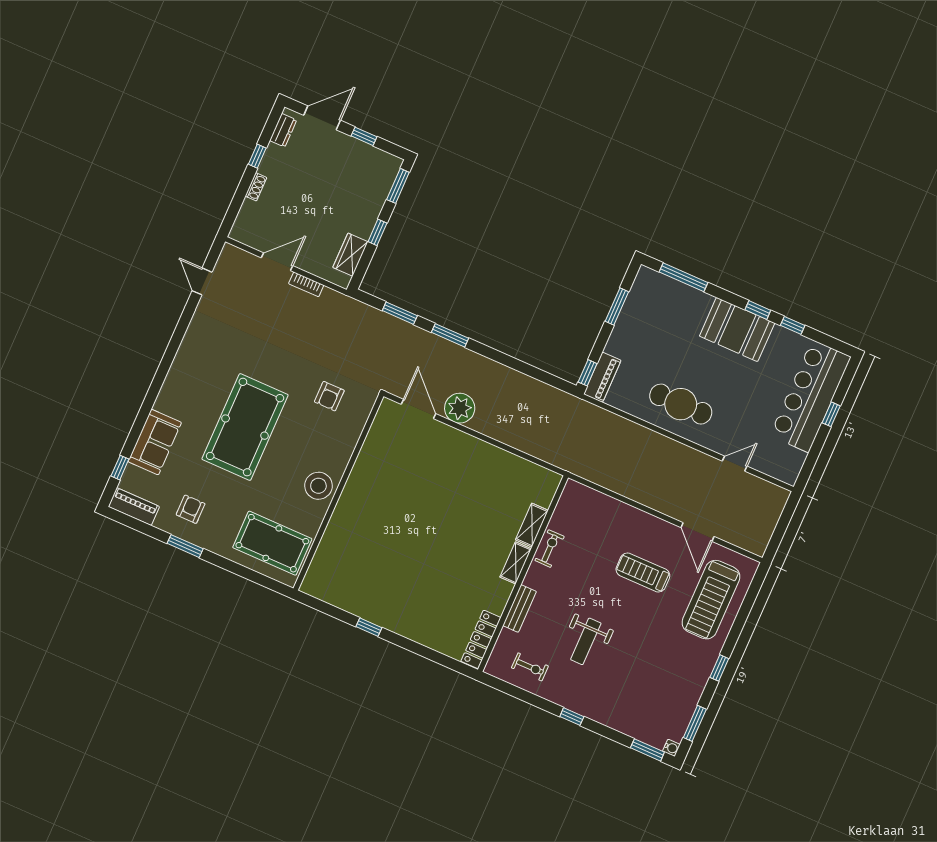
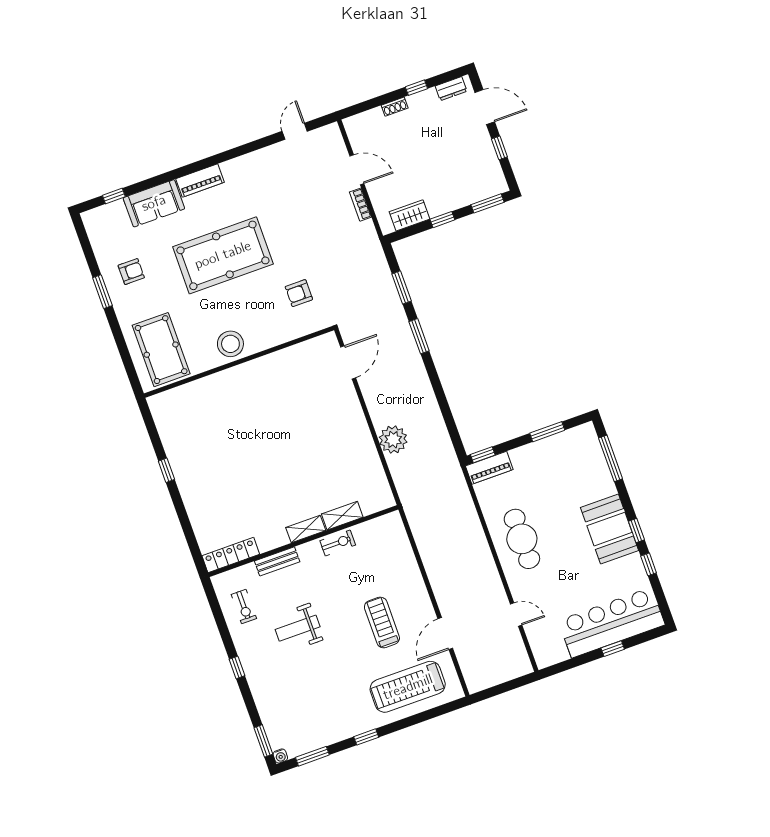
plant: (460, 408) -> (393, 440), moved
piano: (134, 507) -> (200, 181), moved, turned 90

